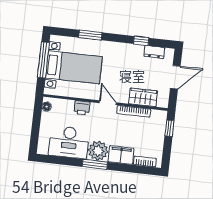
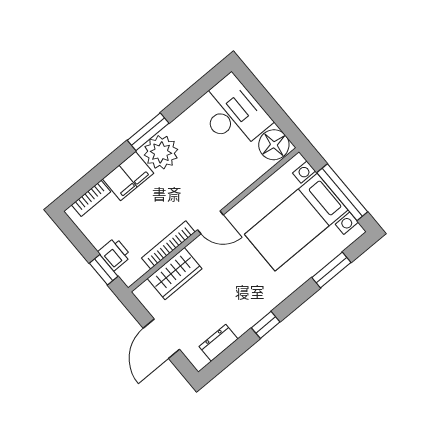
window: (90, 35) -> (331, 270), moved
window: (141, 41) -> (266, 325), moved
floor lamp: (47, 107) -> (274, 145), width x1.89, depth x1.89
printer: (82, 108) -> (115, 254), moved, turned 90
desk: (69, 142) -> (233, 113), moved, turned 90

